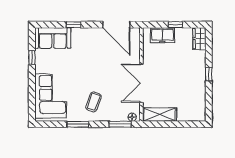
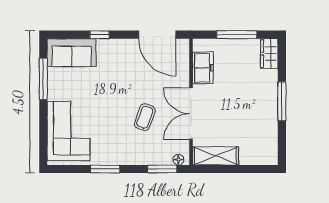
window: (175, 25) -> (237, 35), width x2.17
freezer: (162, 35) -> (203, 68), moved, turned -90
window: (32, 57) -> (43, 79), width x2.17
window: (209, 74) -> (282, 101), width x2.17
coffee table: (93, 102) -> (145, 117), moved

